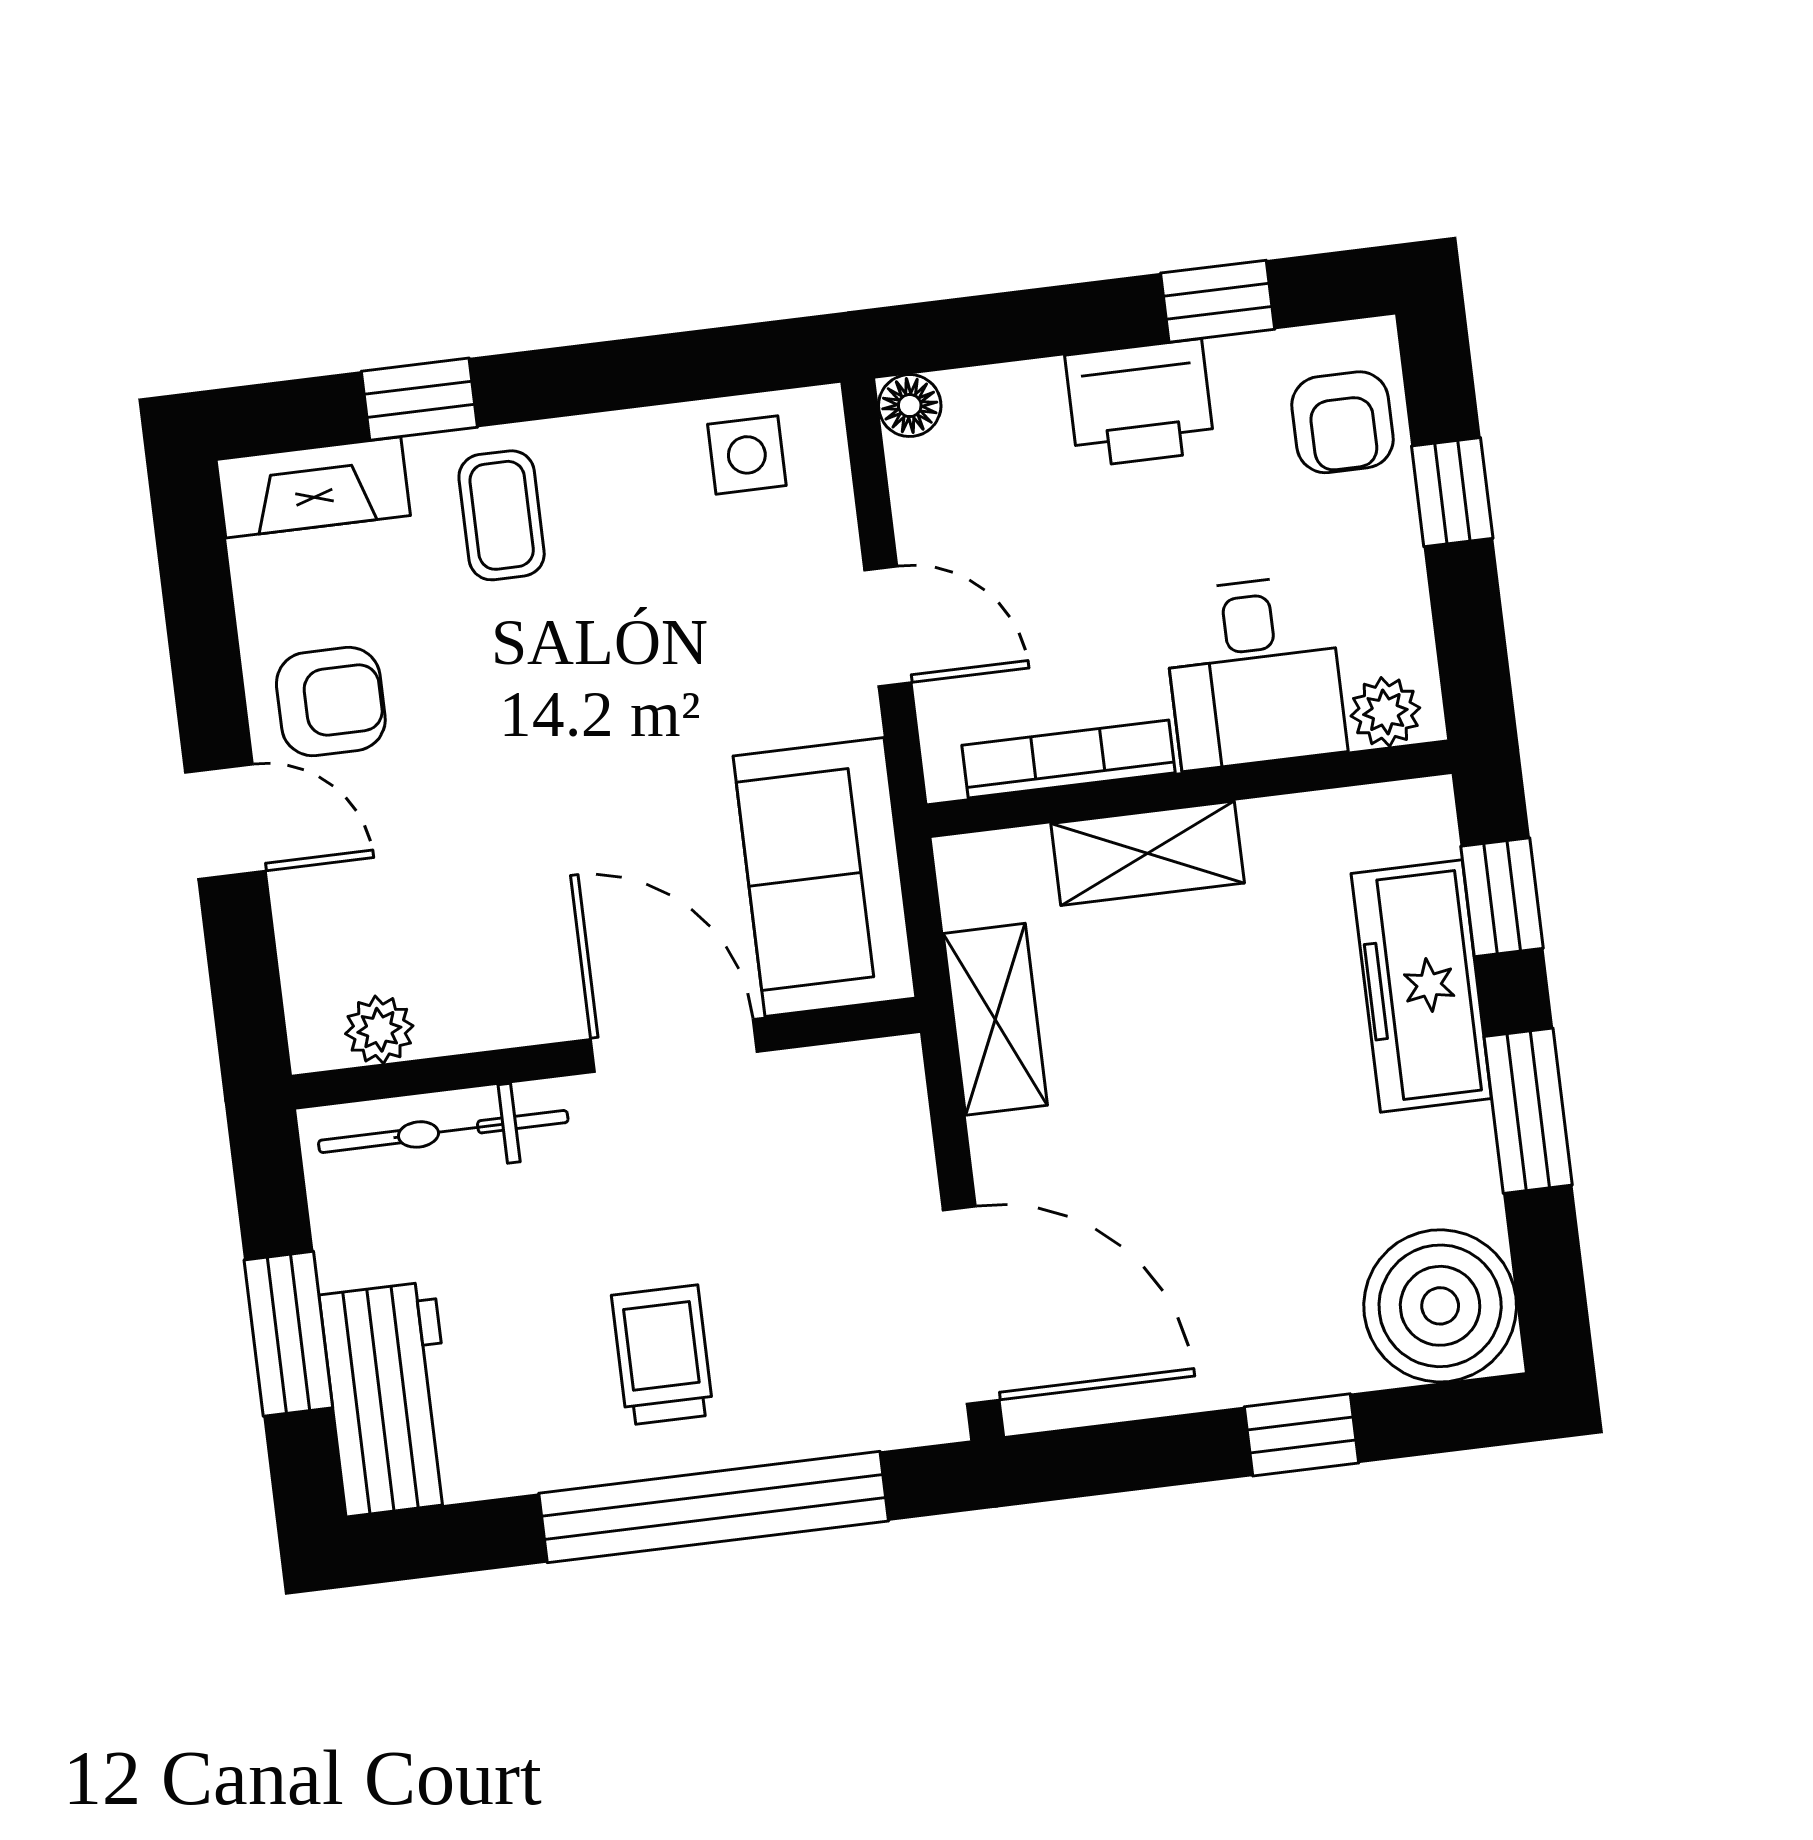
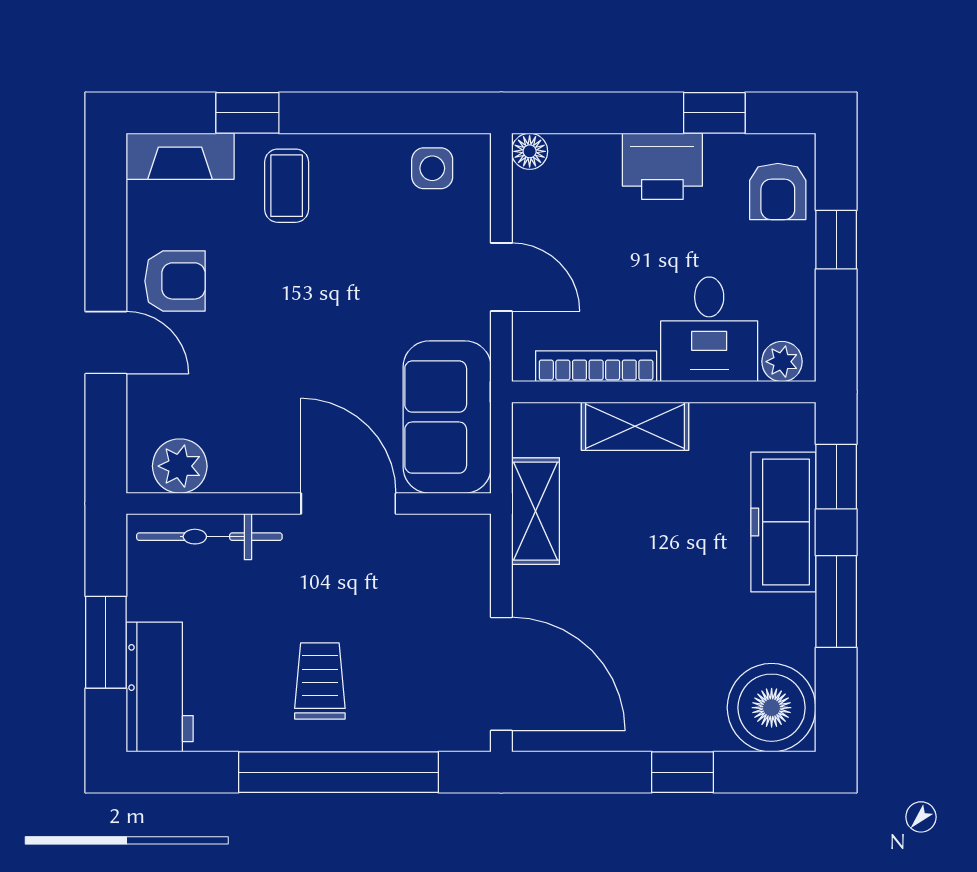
plant: (379, 1030) -> (180, 466), width x1.38, depth x1.38

